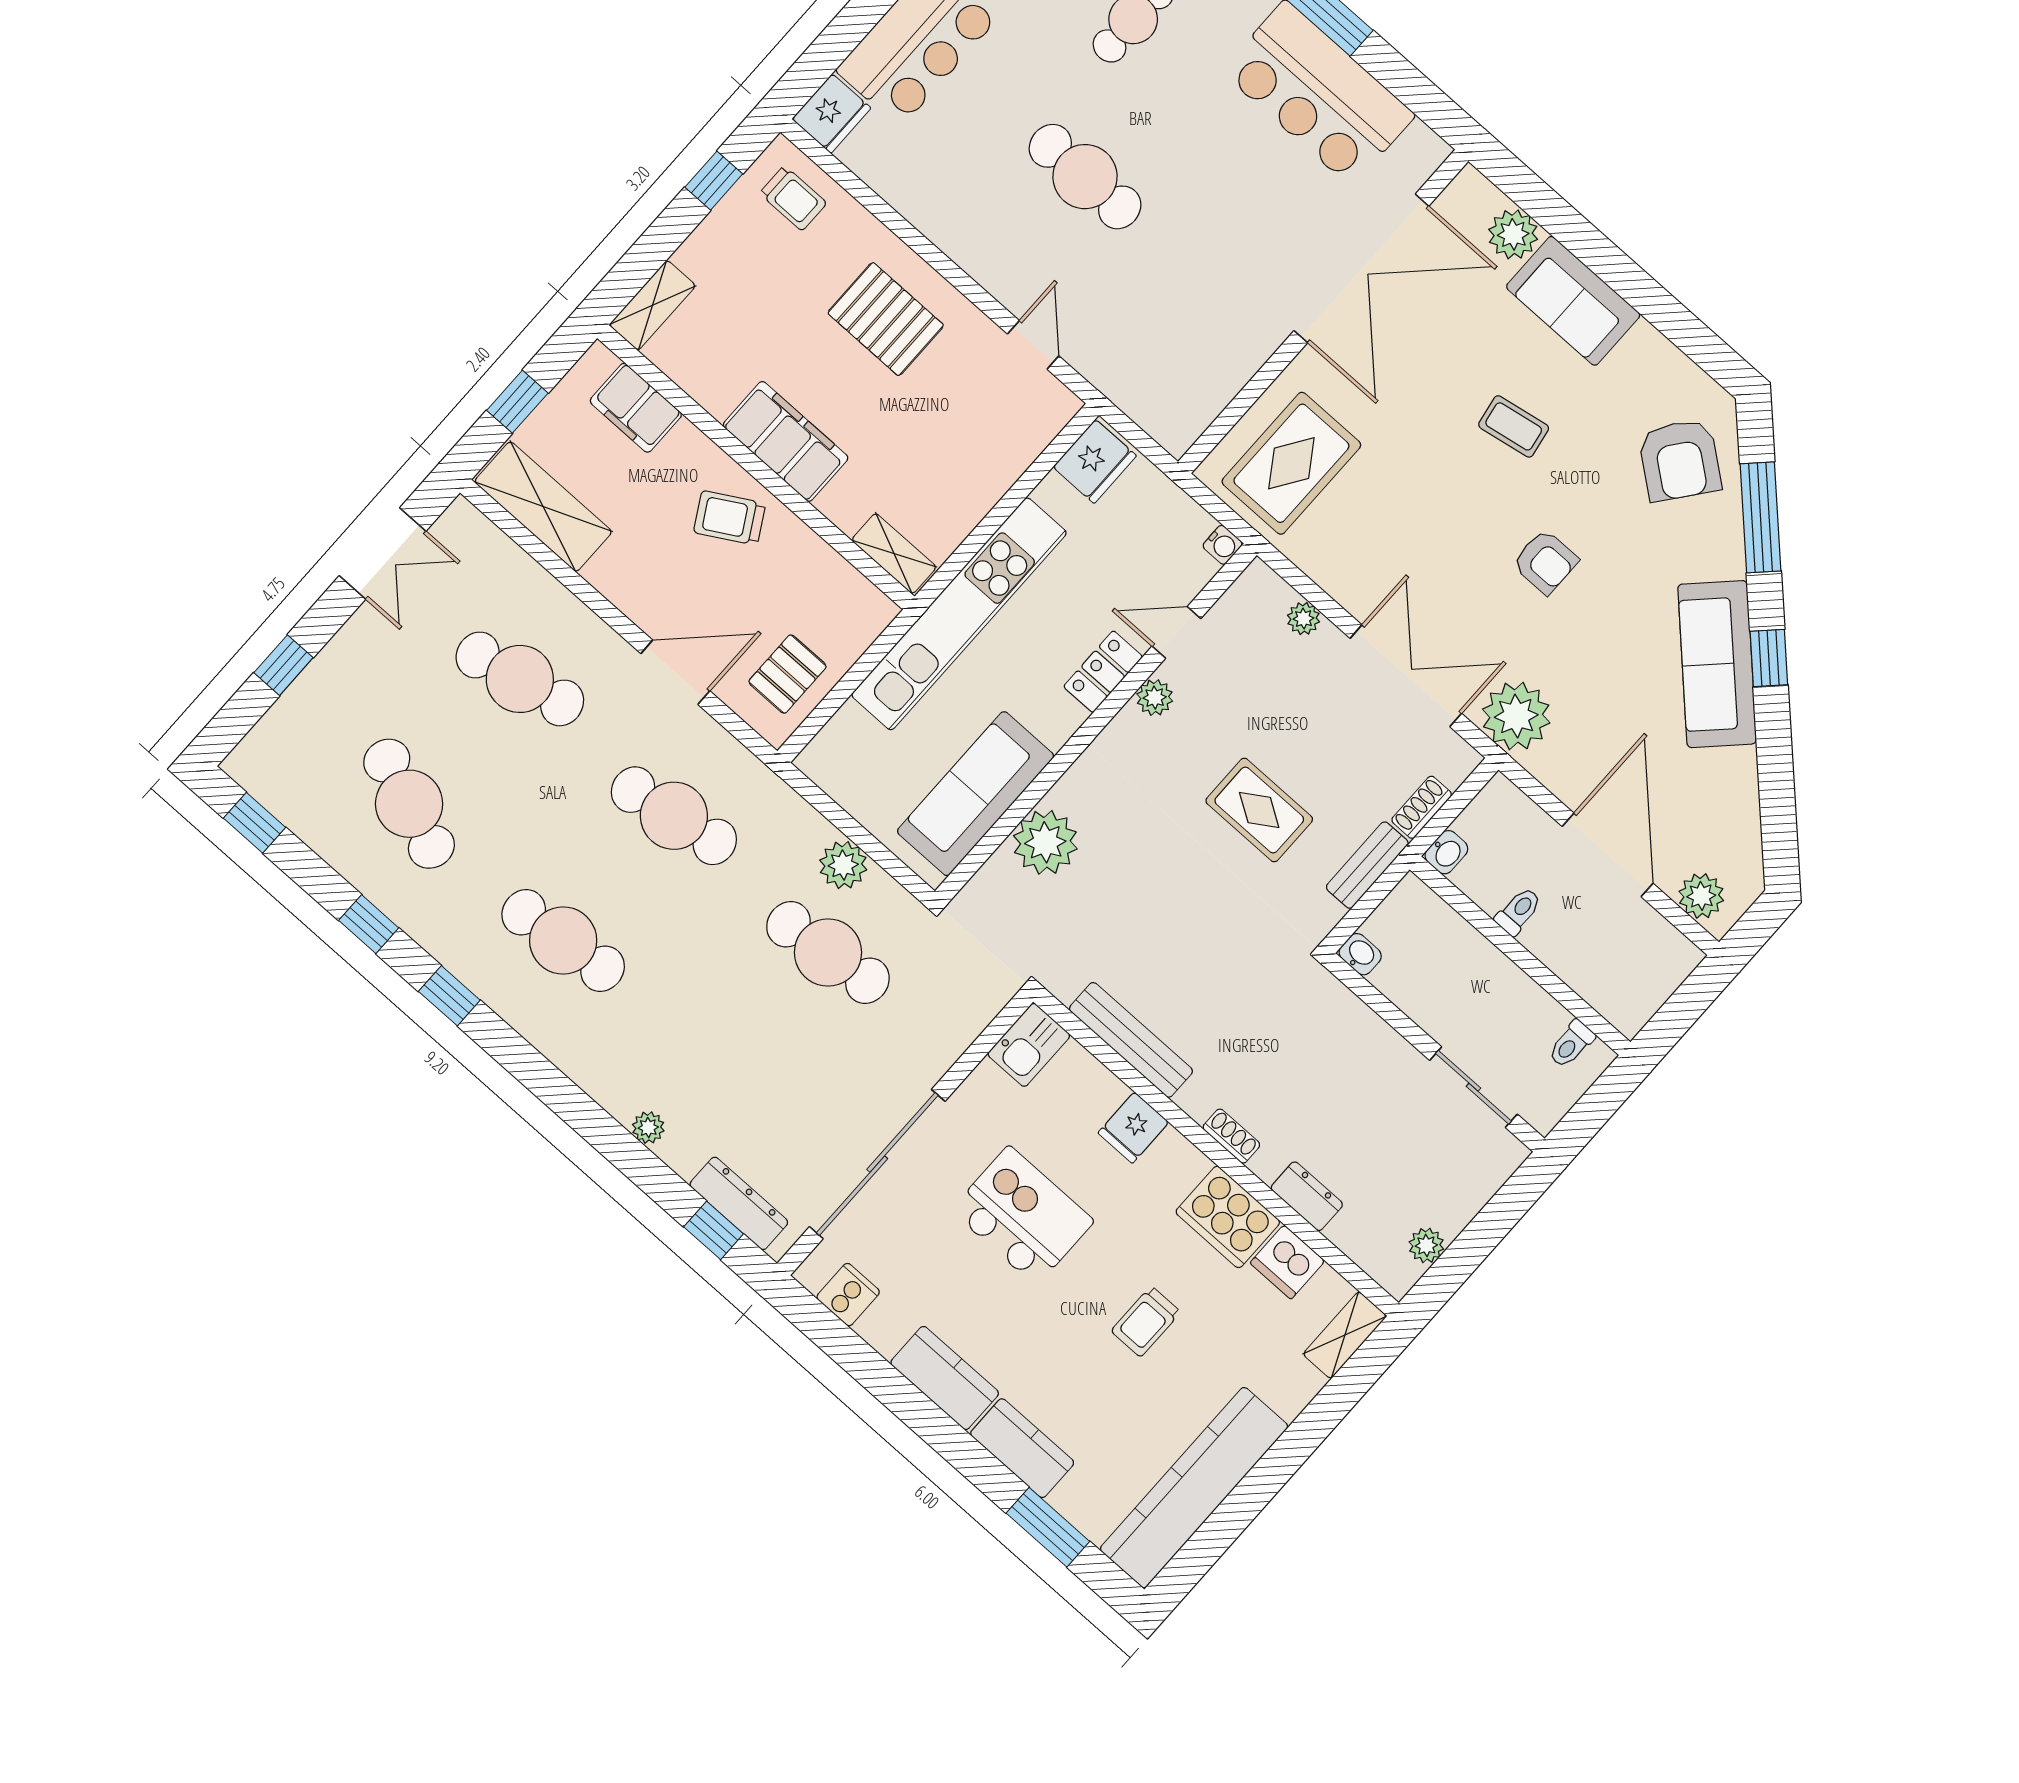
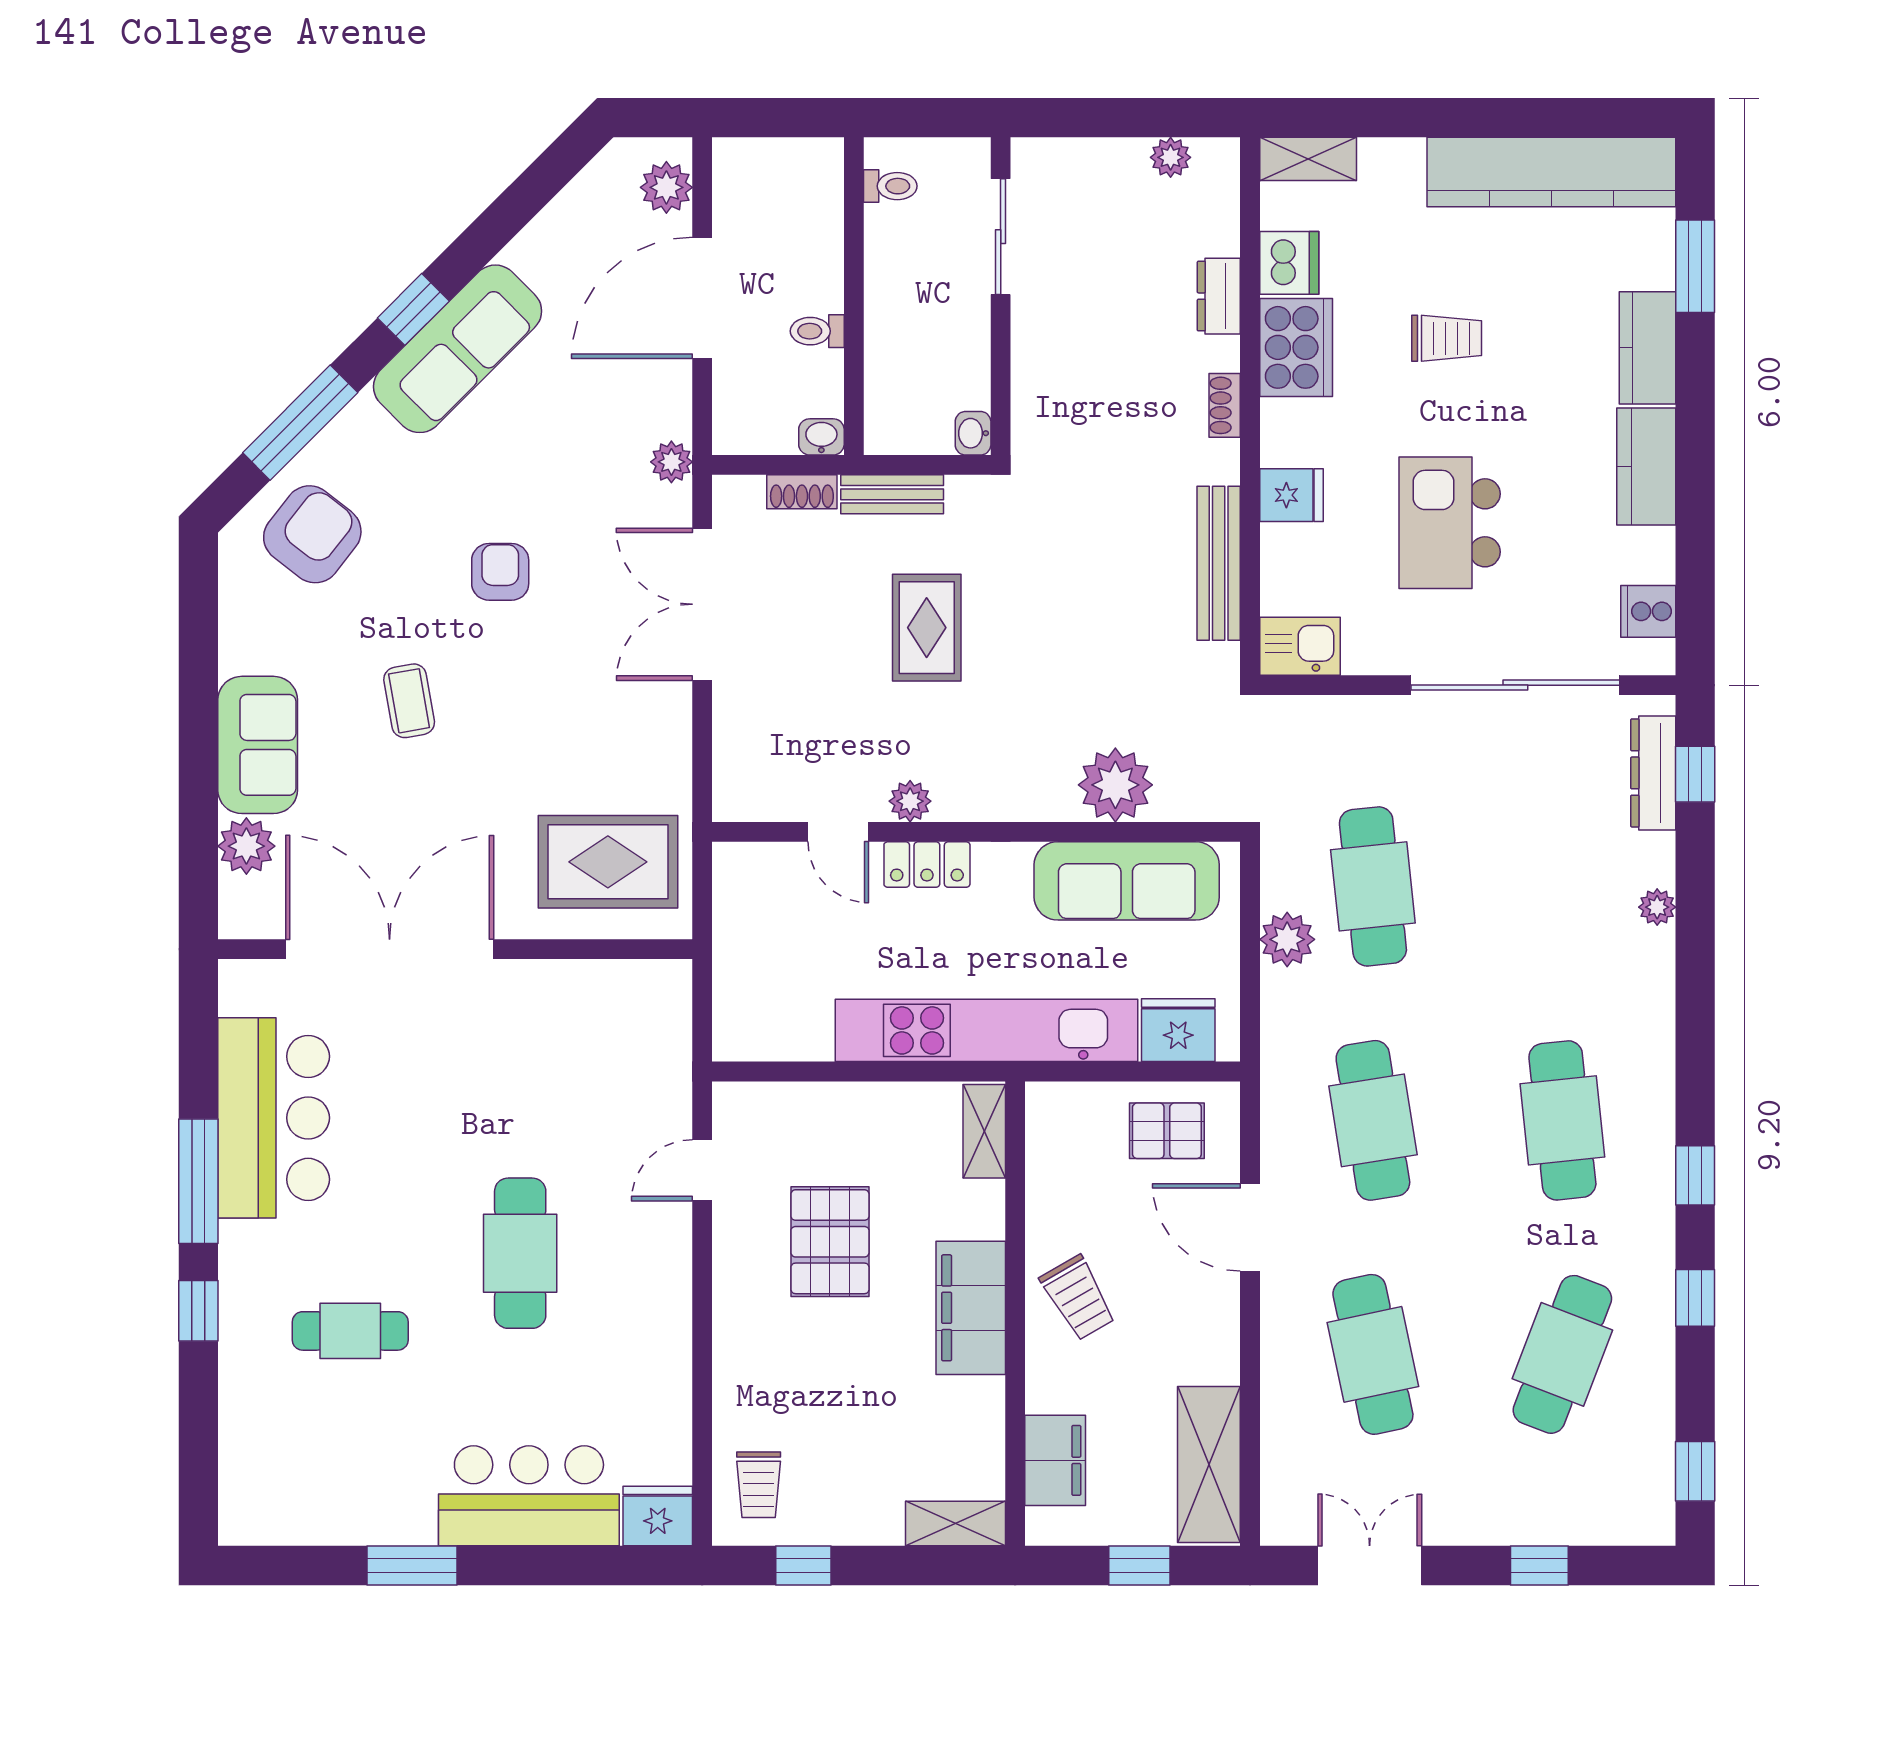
trolley: (793, 198) -> (759, 1485), turned 180
pallet: (886, 319) -> (830, 1242), moved
fridge: (1095, 461) -> (1178, 1030), moved
water cooler: (1223, 545) -> (729, 859), removed
plant: (1304, 619) -> (731, 734), removed
plant: (1516, 716) -> (671, 462), width x0.53, depth x0.53

